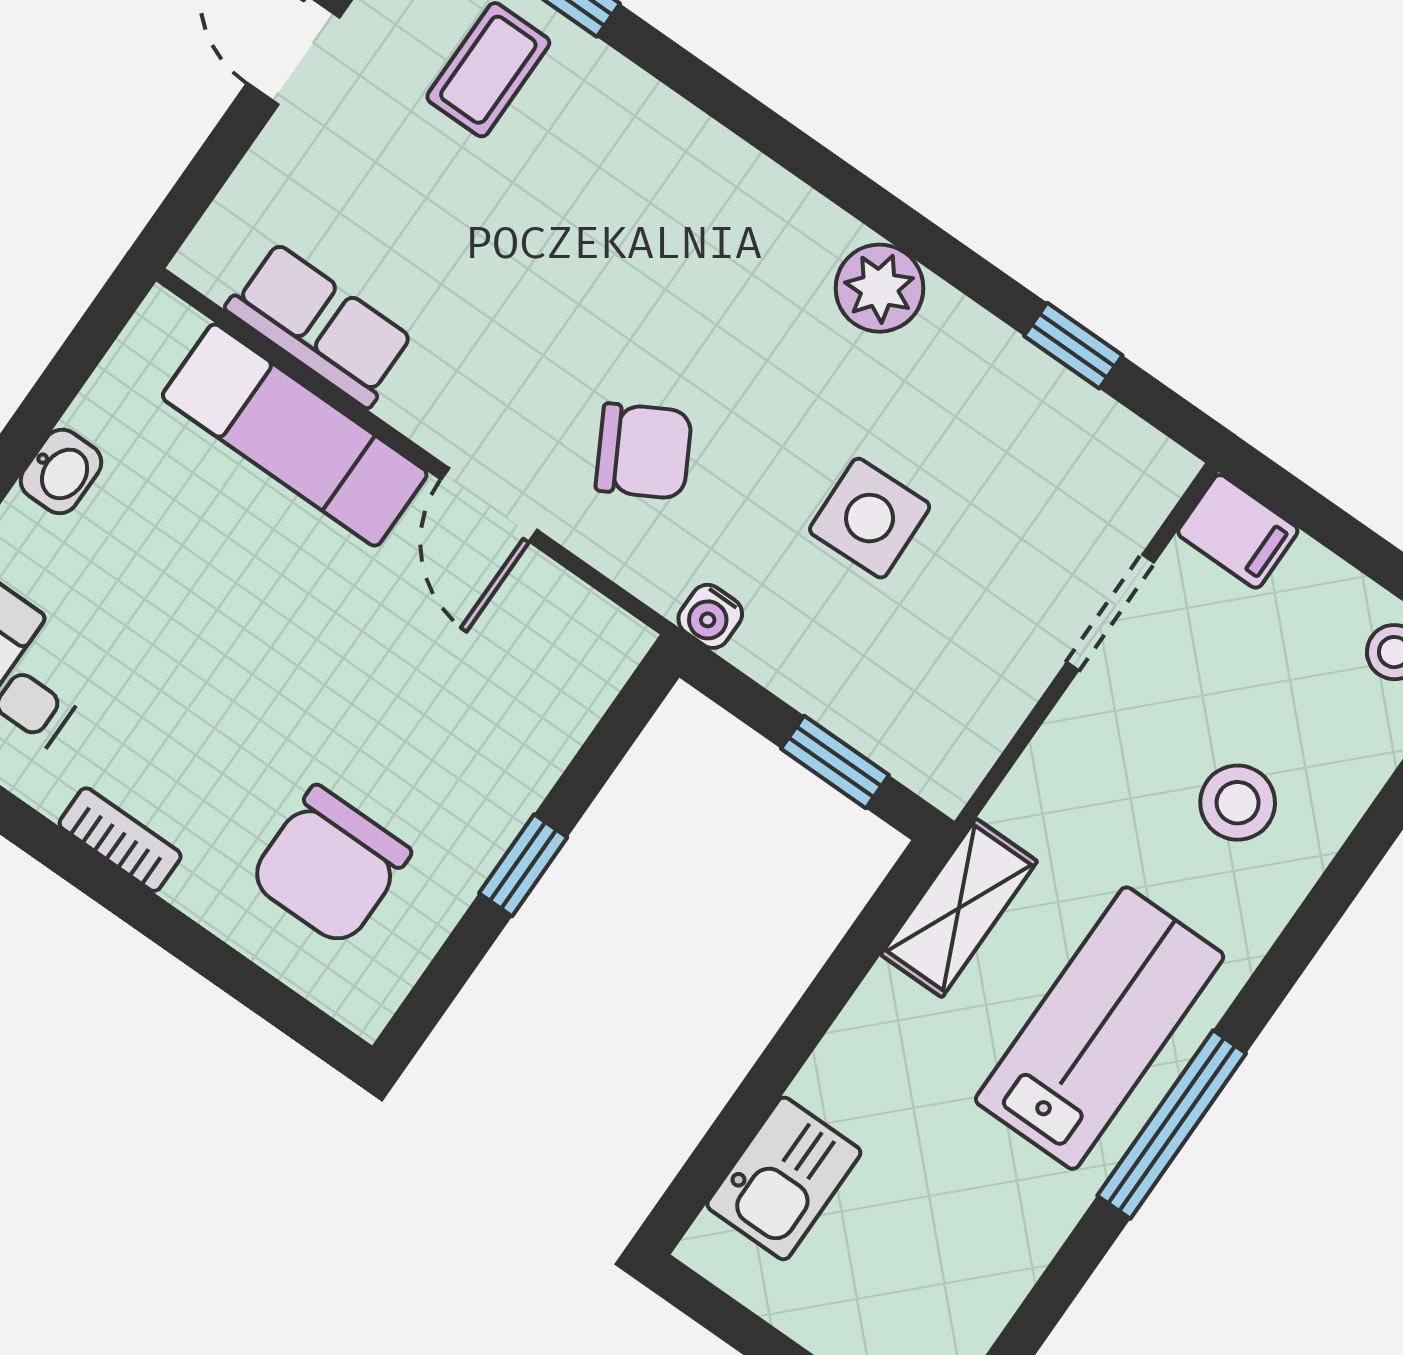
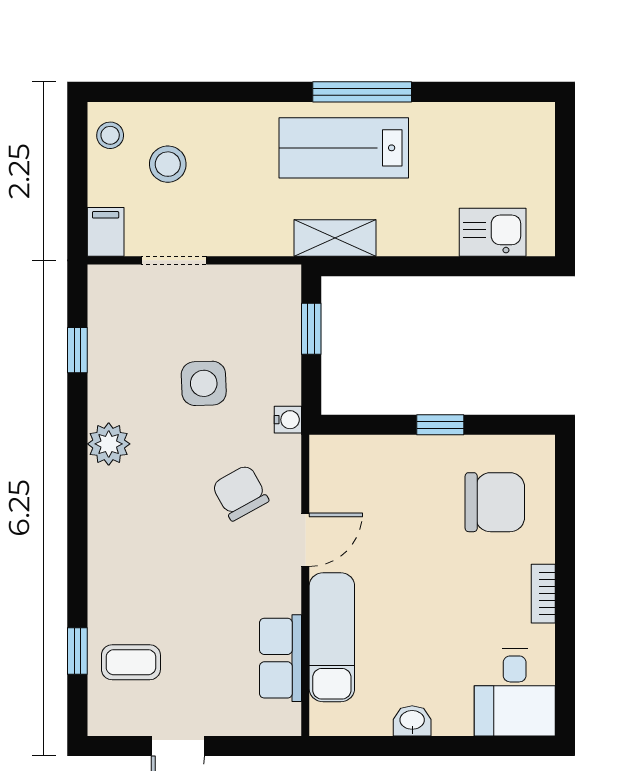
stool: (1238, 803) -> (168, 164), moved

